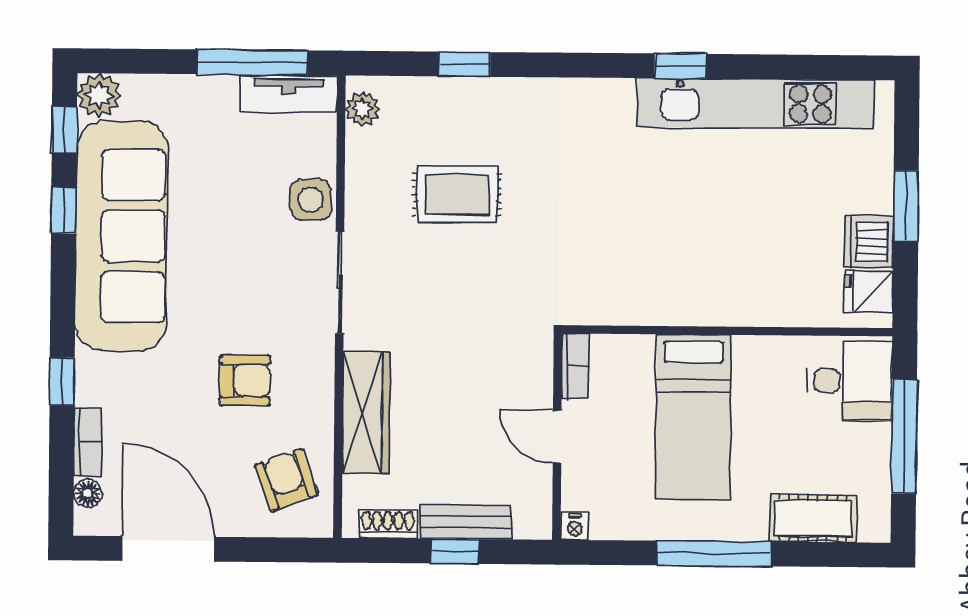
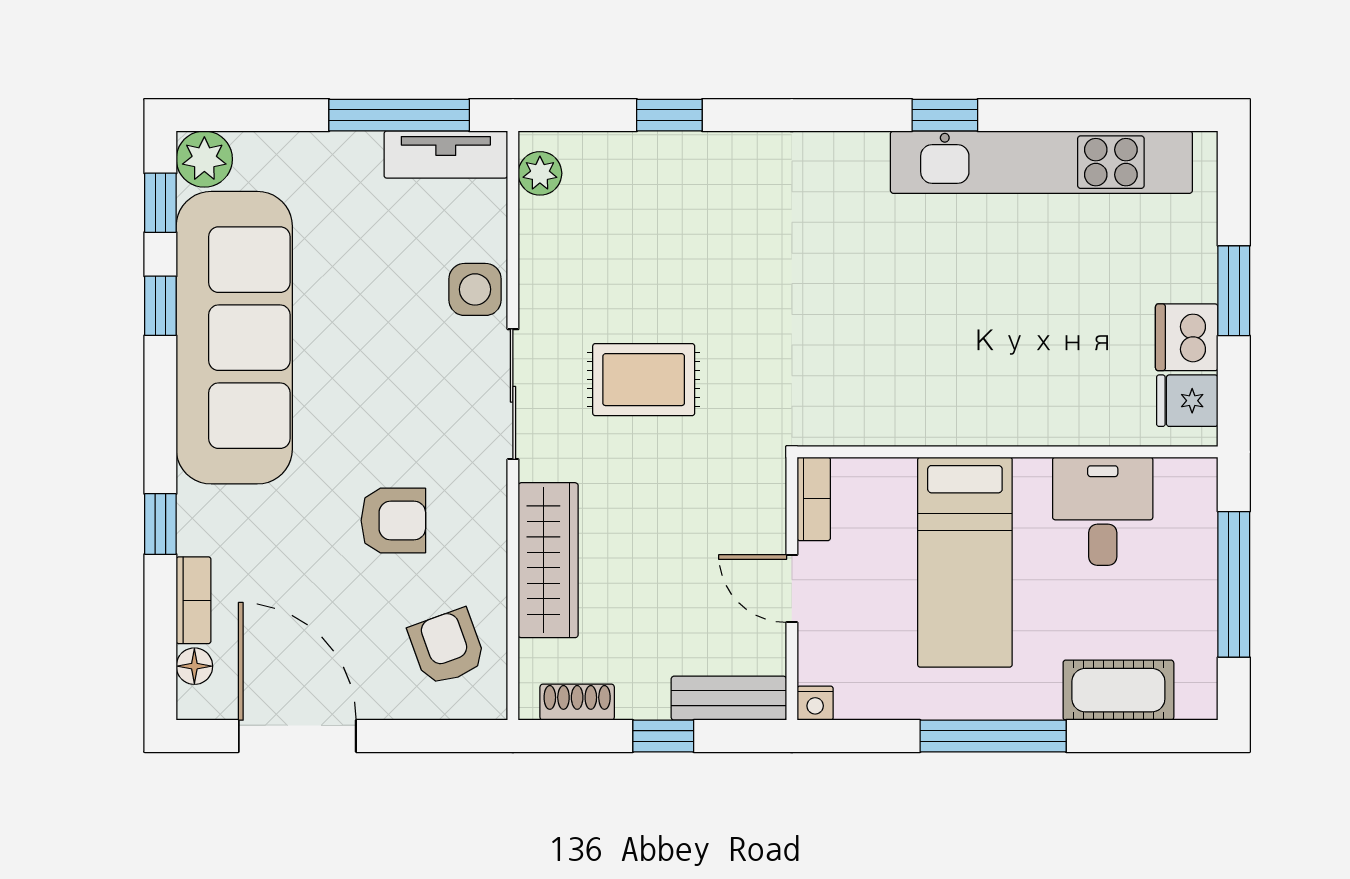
rug: (457, 194) -> (644, 380), moved
desk: (850, 381) -> (1103, 511), moved, turned -90
bench: (466, 522) -> (729, 698), moved

